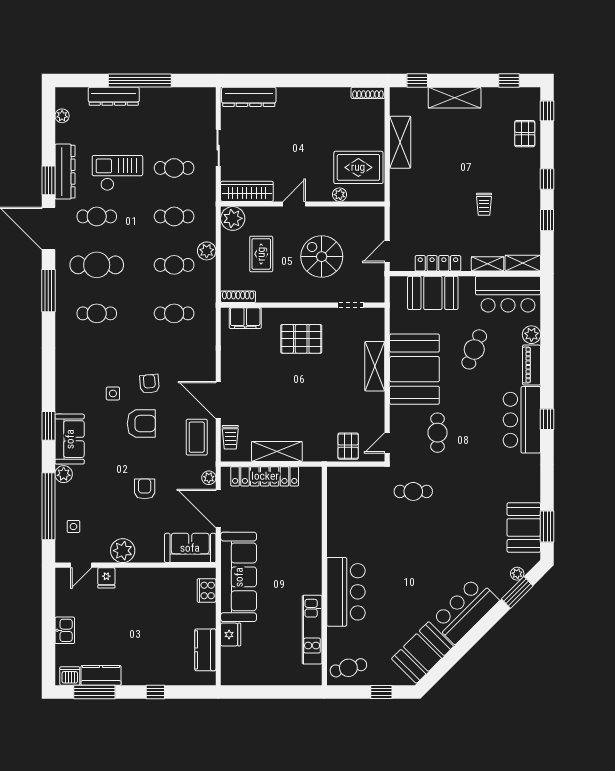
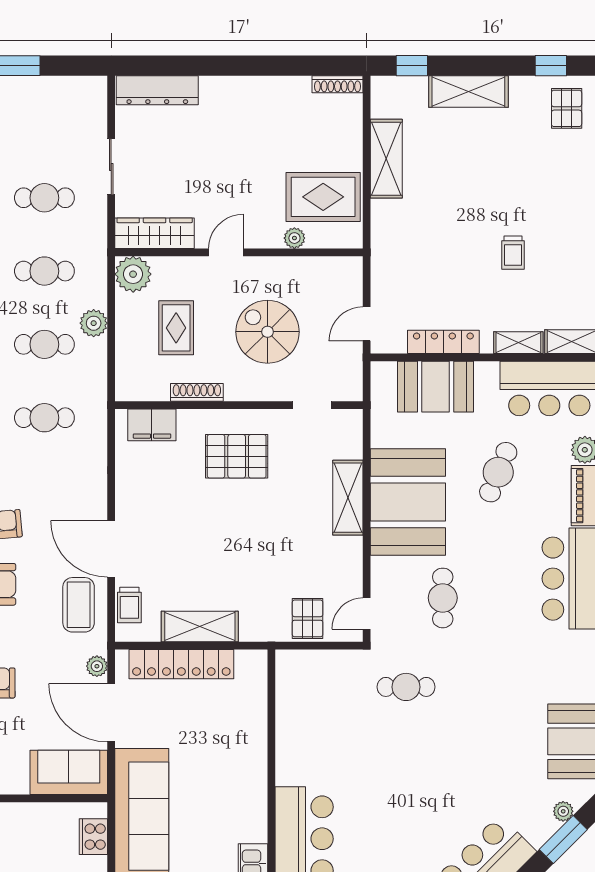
pallet: (525, 134) -> (567, 108), moved
shoe rack: (238, 297) -> (197, 392), moved

